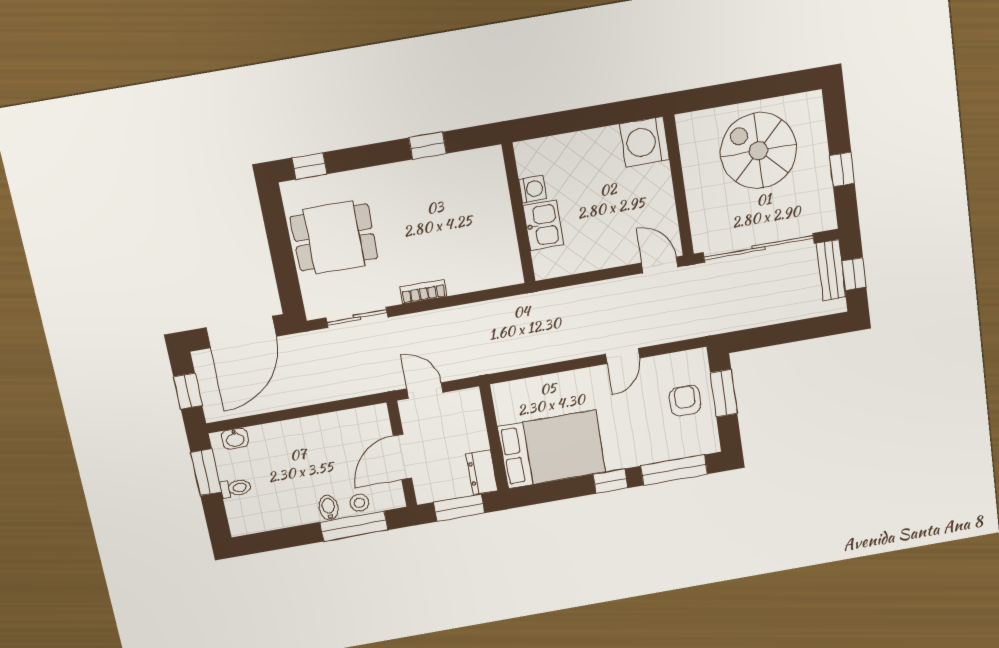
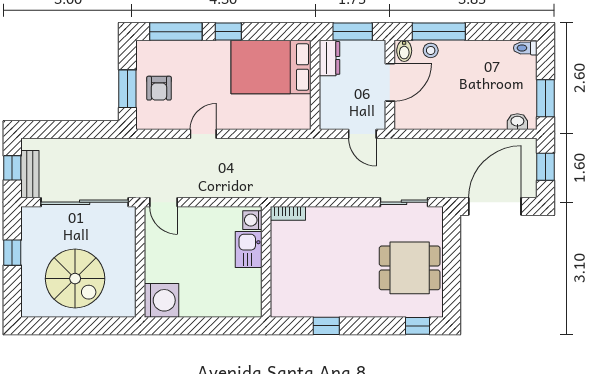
washing machine: (533, 189) -> (252, 220), moved
bookcase: (423, 292) -> (288, 213), moved
toilet: (236, 488) -> (525, 48), moved
bidet: (329, 508) -> (404, 51), moved

